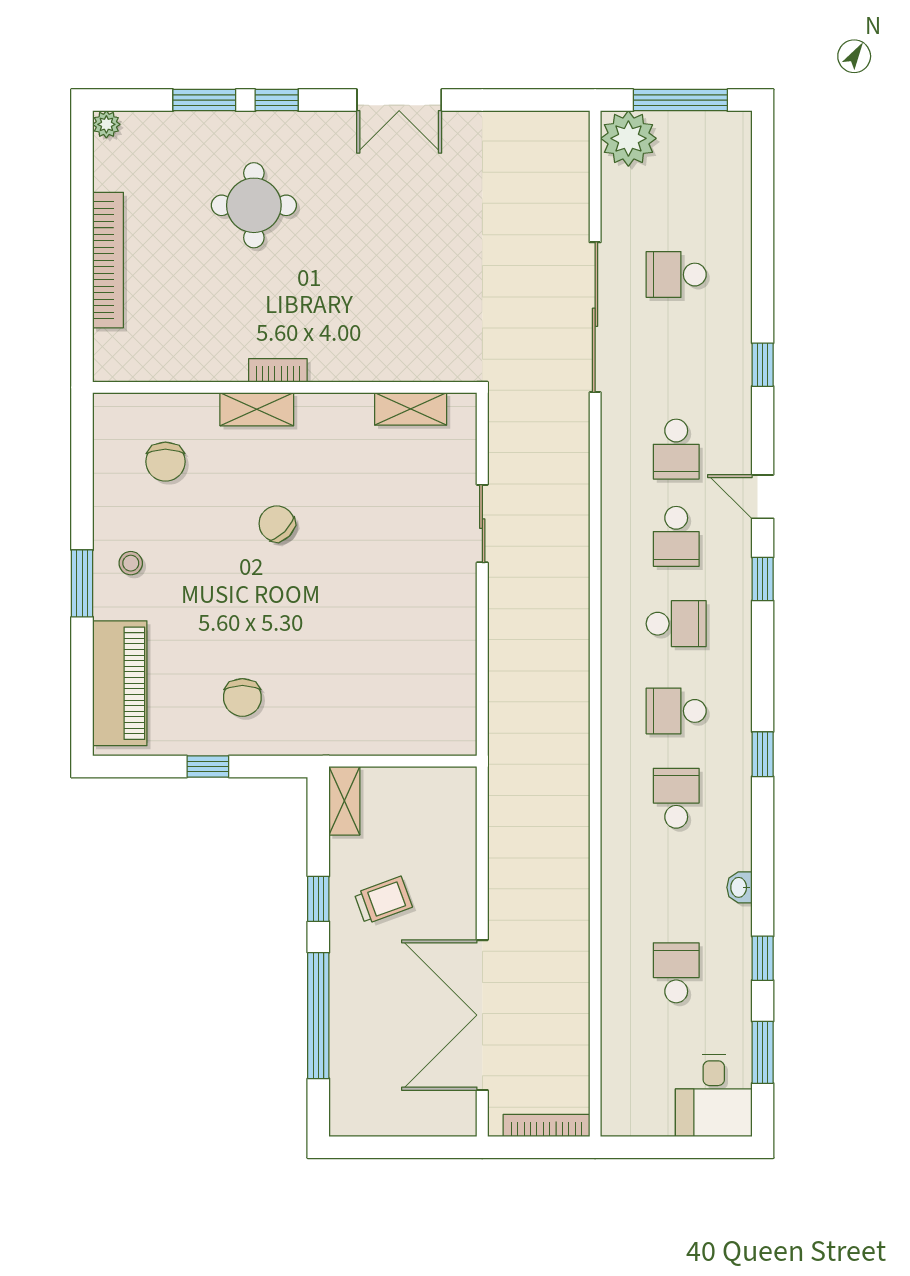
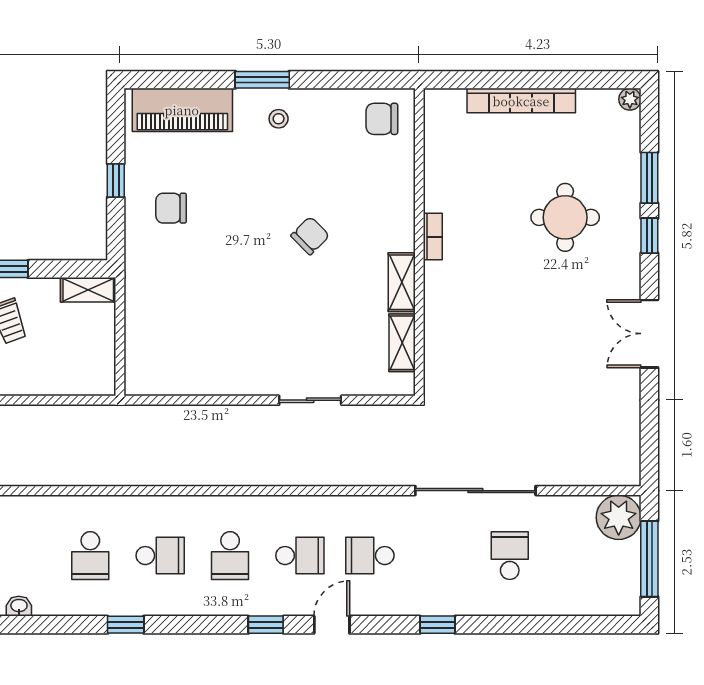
shelving: (257, 409) -> (402, 282), moved
chair: (165, 462) -> (382, 119), moved
school desk: (676, 536) -> (300, 556), turned 180
school desk: (676, 711) -> (160, 556), turned 90
school desk: (676, 798) -> (90, 556), turned 90

